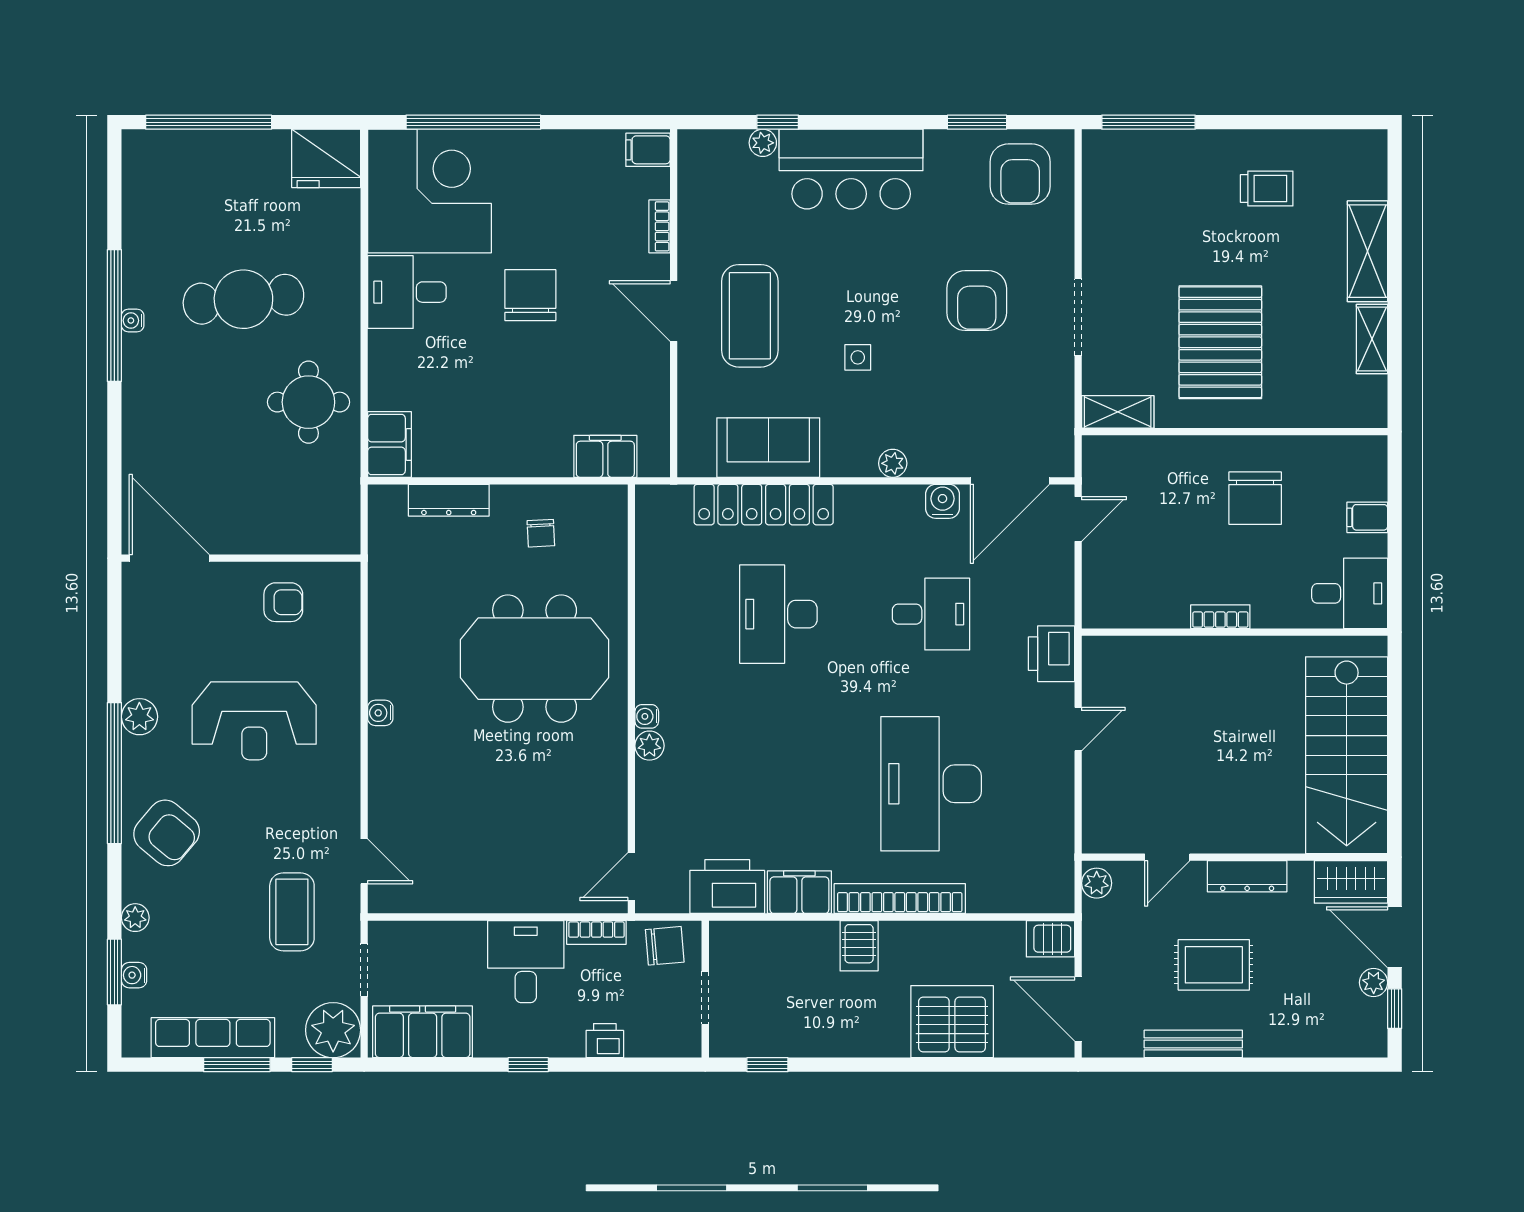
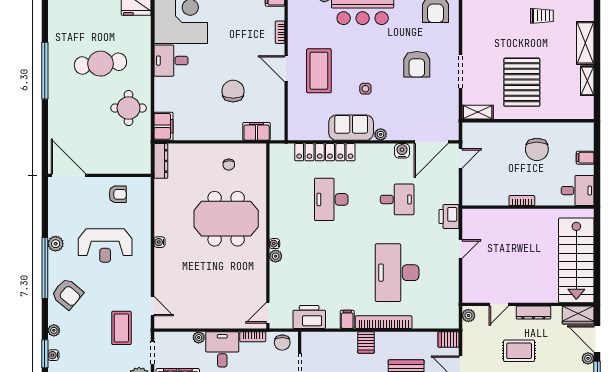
chair: (530, 295) -> (233, 91), moved
water cooler: (133, 320) -> (53, 73), removed
sofa: (768, 448) -> (351, 128), moved
dresser: (449, 500) -> (161, 161), moved, turned -90
filing cabinet: (799, 892) -> (347, 319), width x0.50
plant: (471, 934) -> (199, 337), added
chair: (665, 946) -> (282, 343), turned 95

